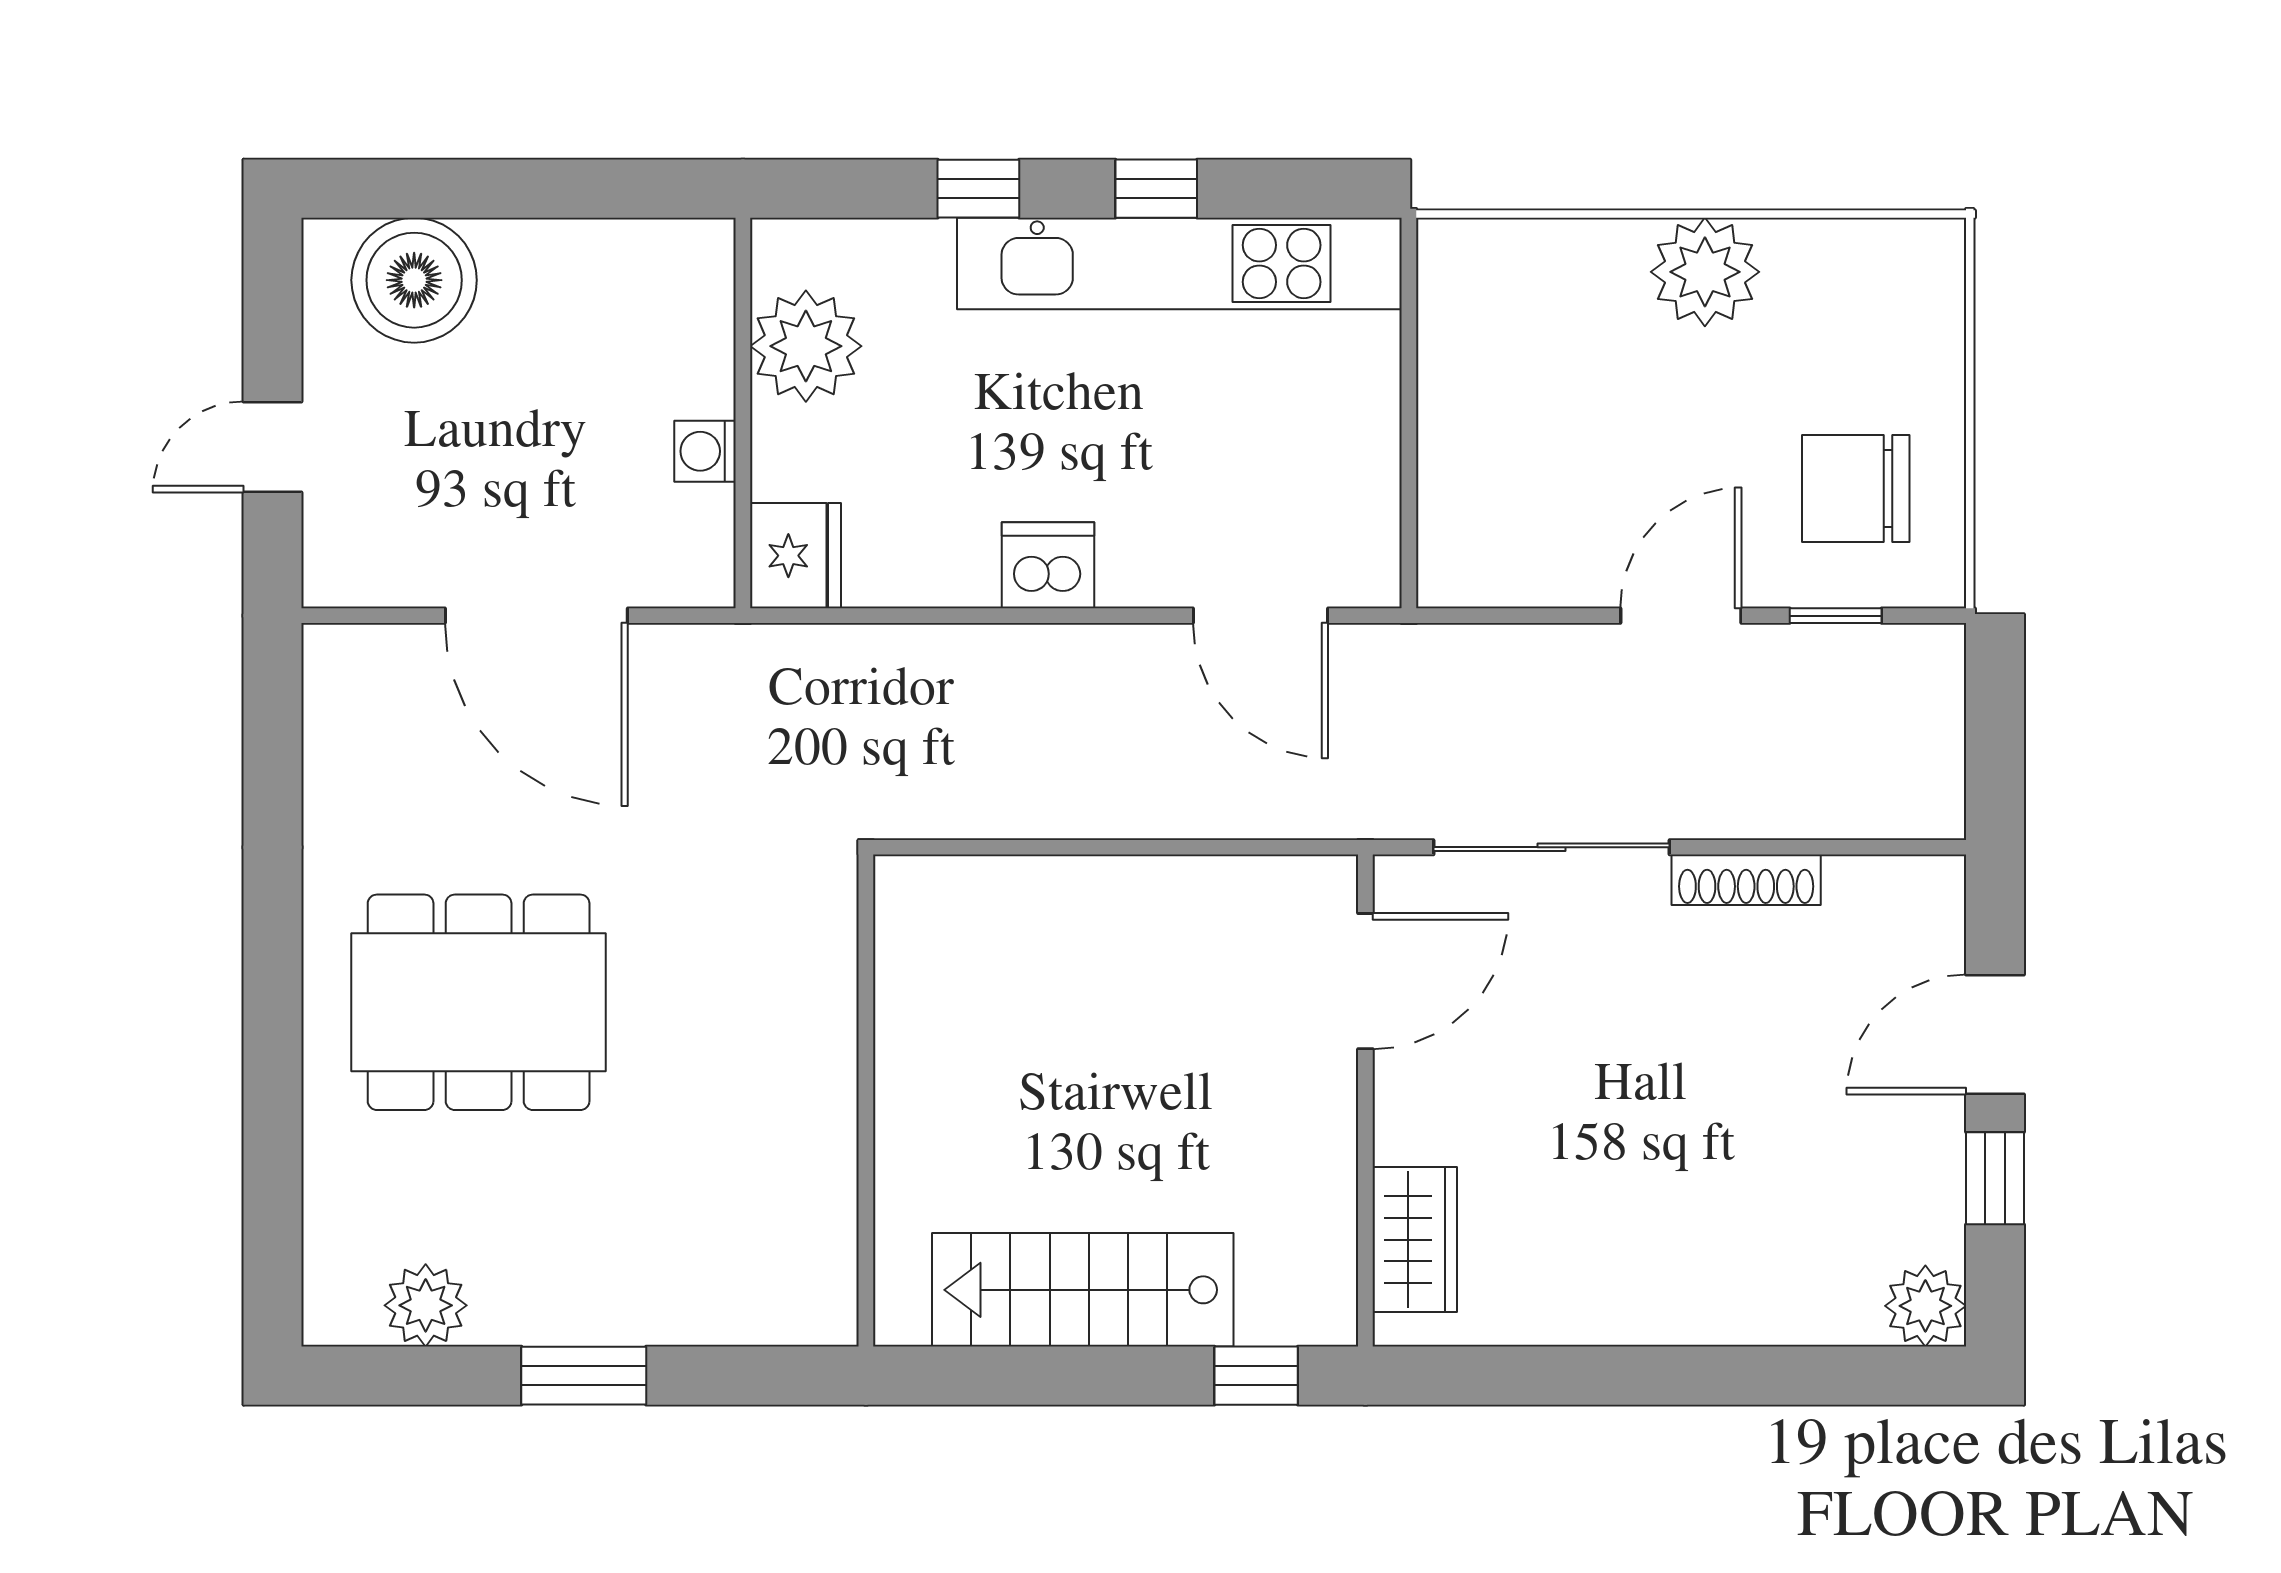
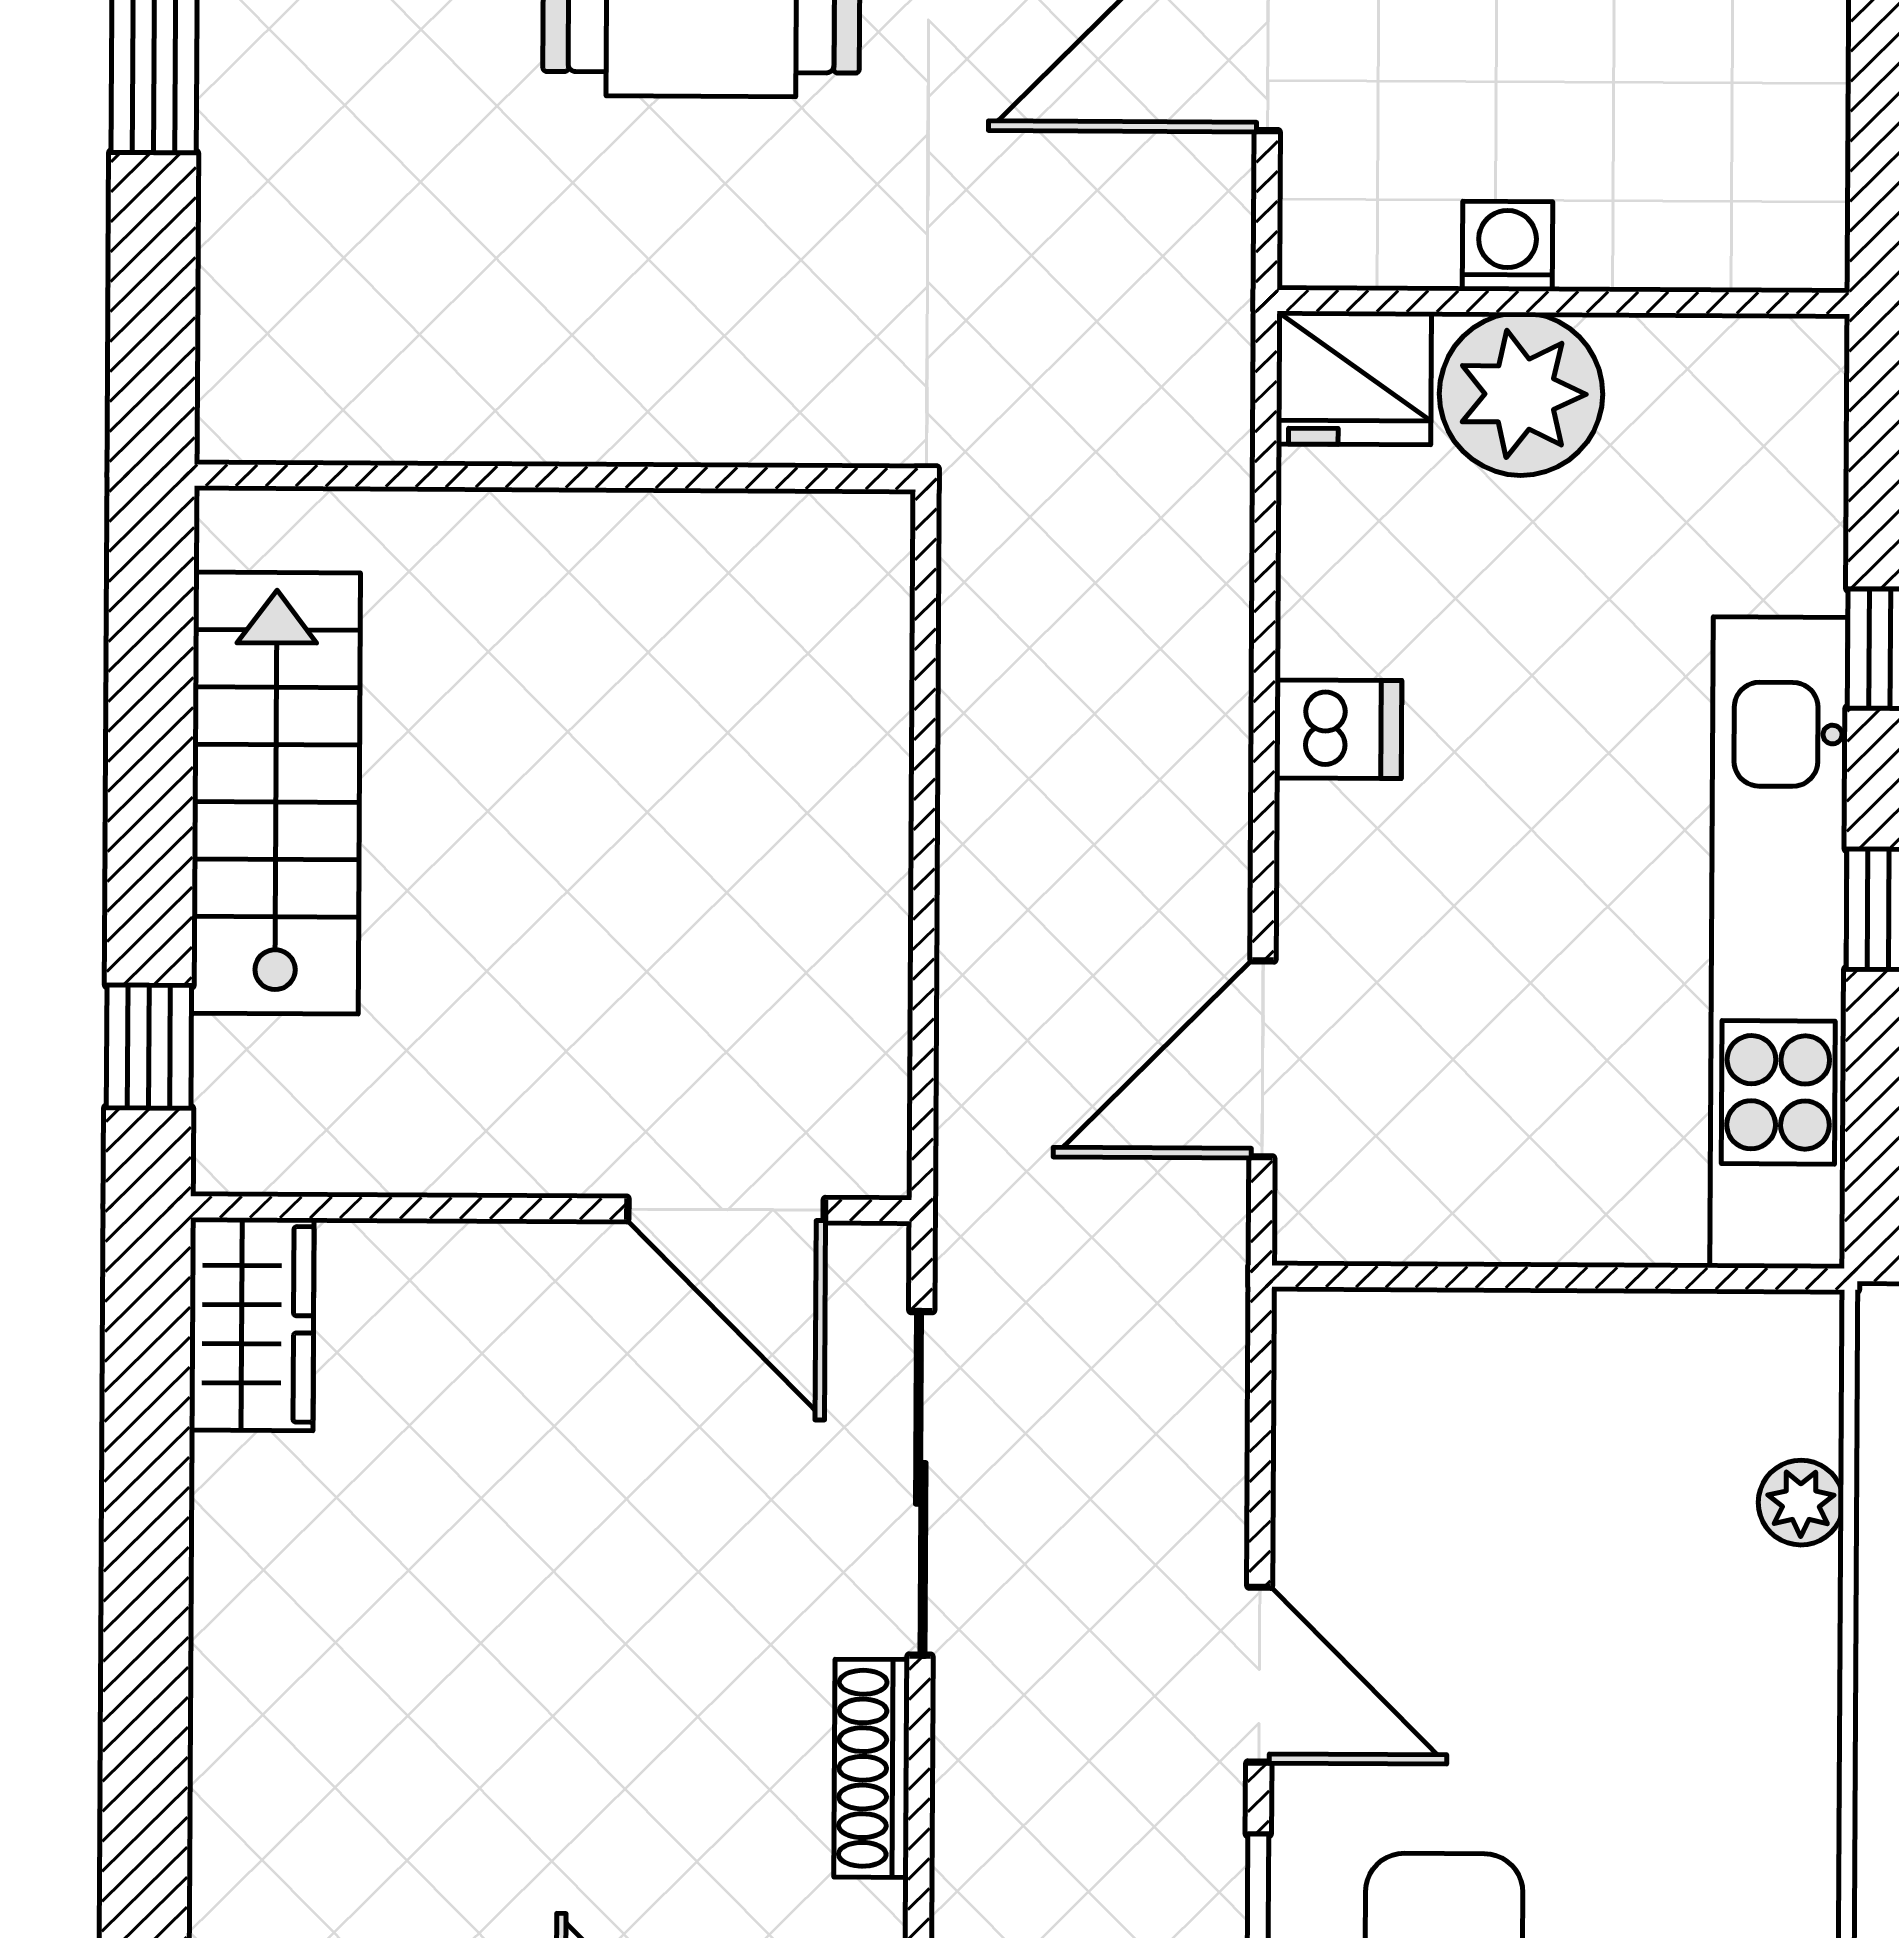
plant: (1705, 272) -> (1801, 1503), moved, width x0.53, depth x0.53
plant: (806, 346) -> (1521, 394), moved
dishwasher: (1048, 565) -> (1338, 729), width x0.73
wardrobe: (1415, 1240) -> (252, 1324), moved, turned -90

